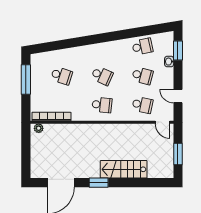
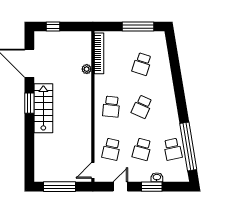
window: (140, 32) -> (188, 147), added
window: (178, 50) -> (152, 187), moved
plant: (39, 128) -> (87, 69), moved
window: (178, 154) -> (59, 187), width x1.44
window: (26, 160) -> (53, 27), added
stairs: (124, 169) -> (43, 108), moved

